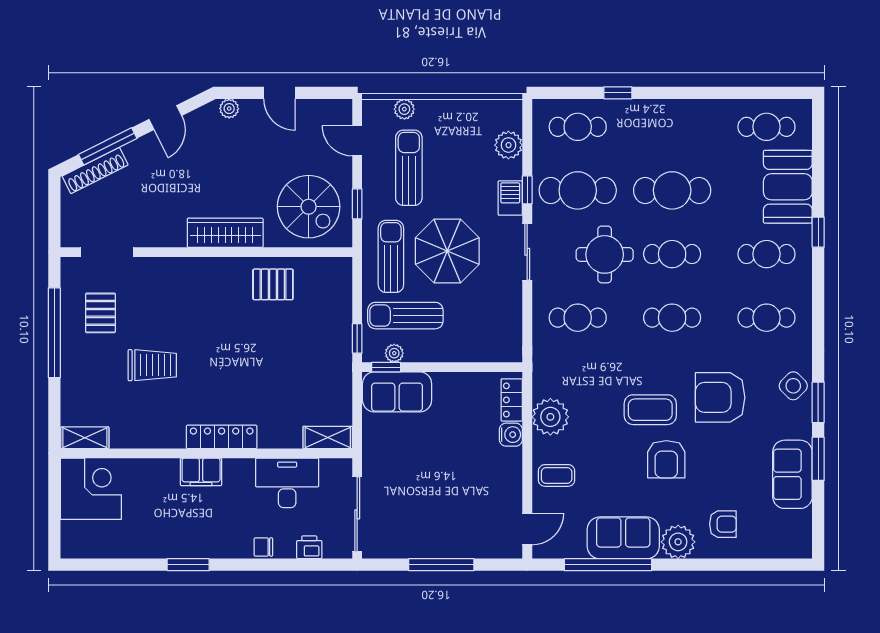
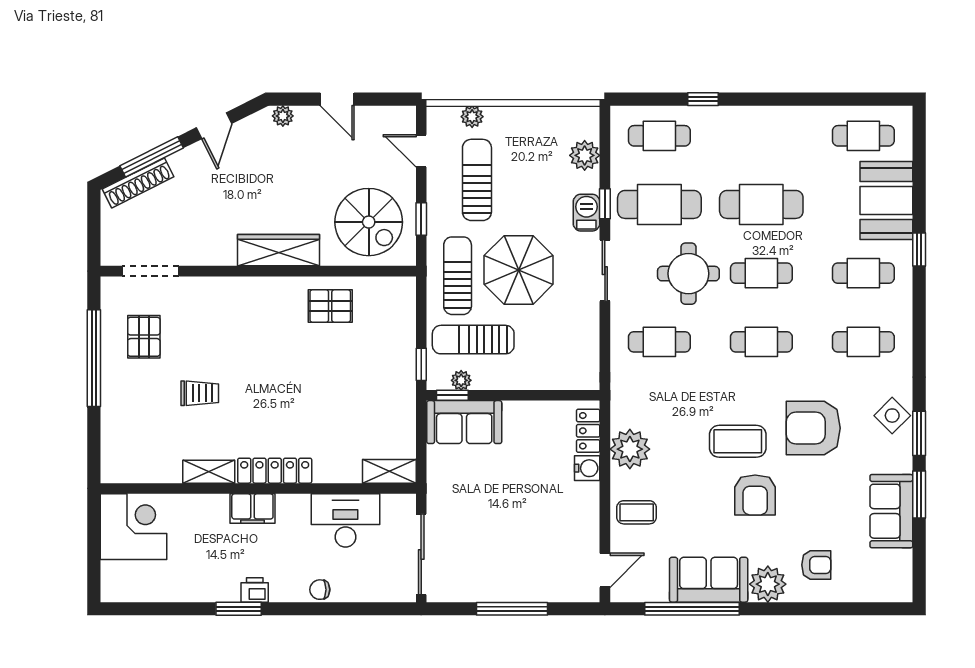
trolley: (152, 365) -> (200, 393), width x0.73, depth x0.72
shelving: (85, 438) -> (209, 472), moved
printer: (309, 547) -> (255, 590), moved

